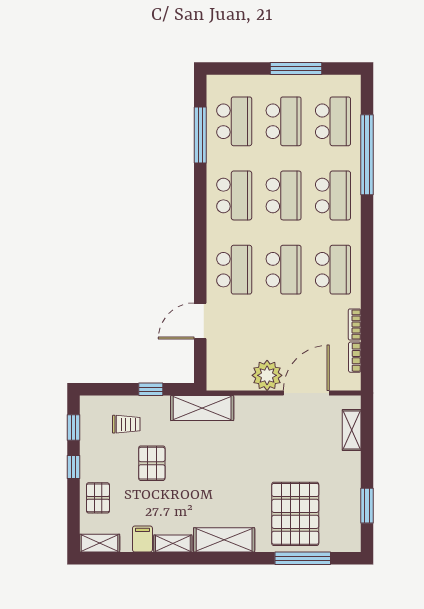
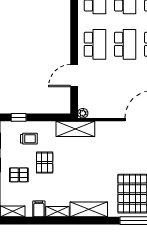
plant: (267, 375) -> (83, 113), moved, width x0.53, depth x0.53
window: (151, 389) -> (19, 117), moved
pallet: (98, 498) -> (19, 175), moved, turned 90

